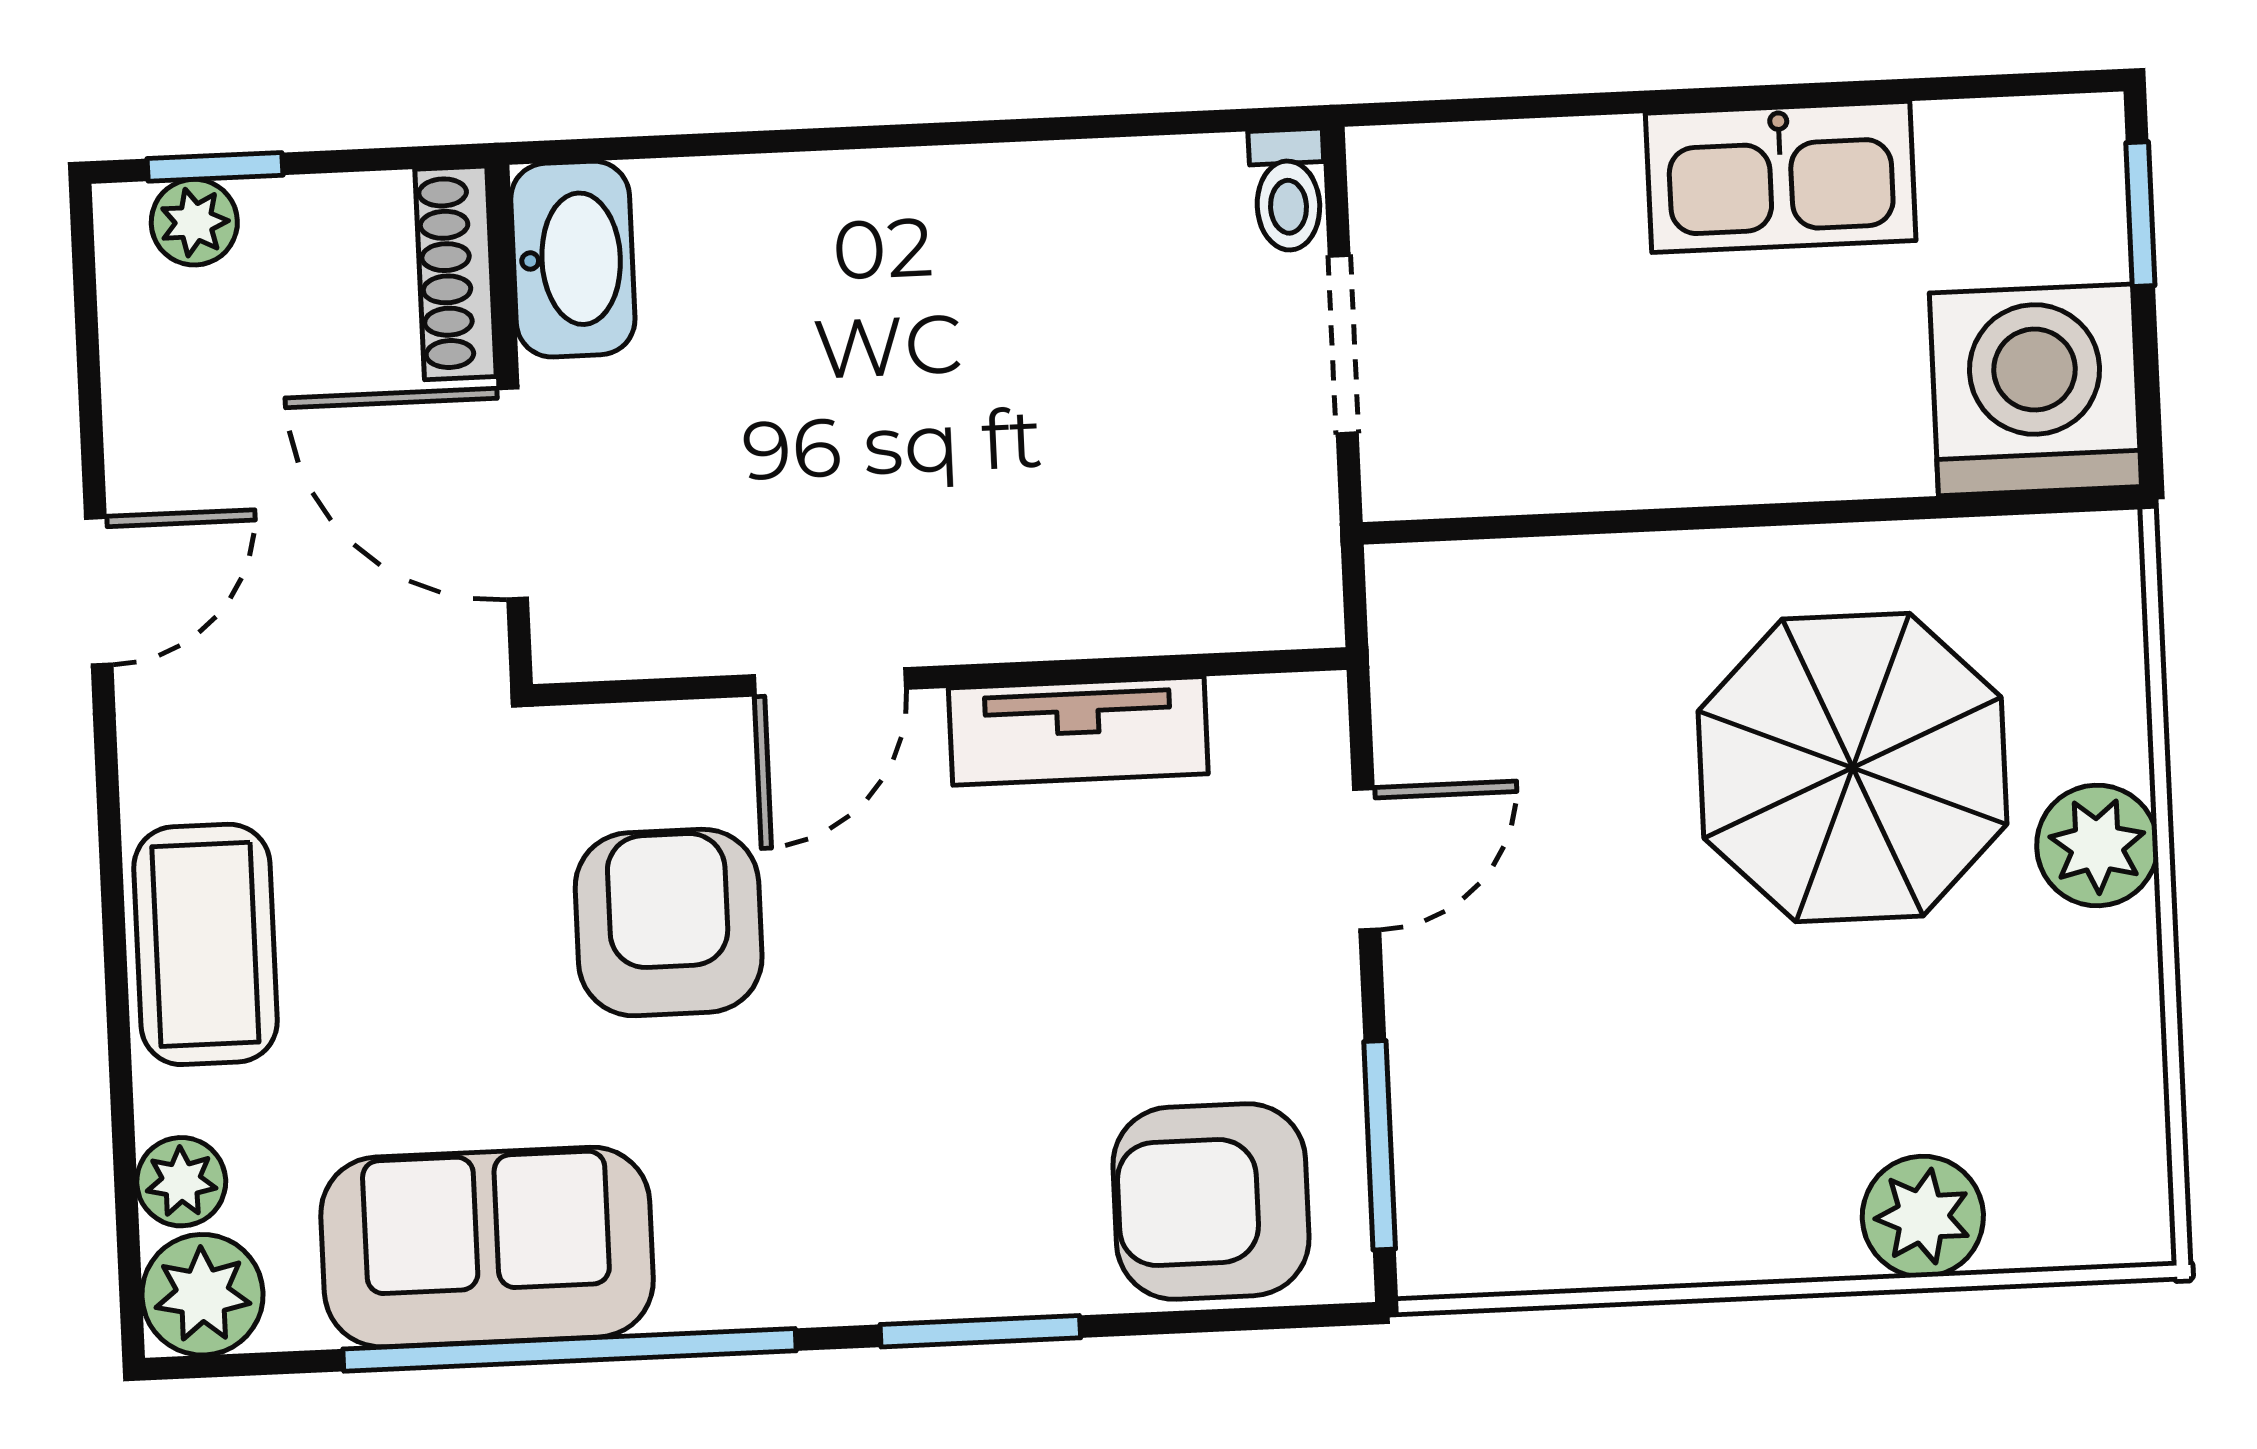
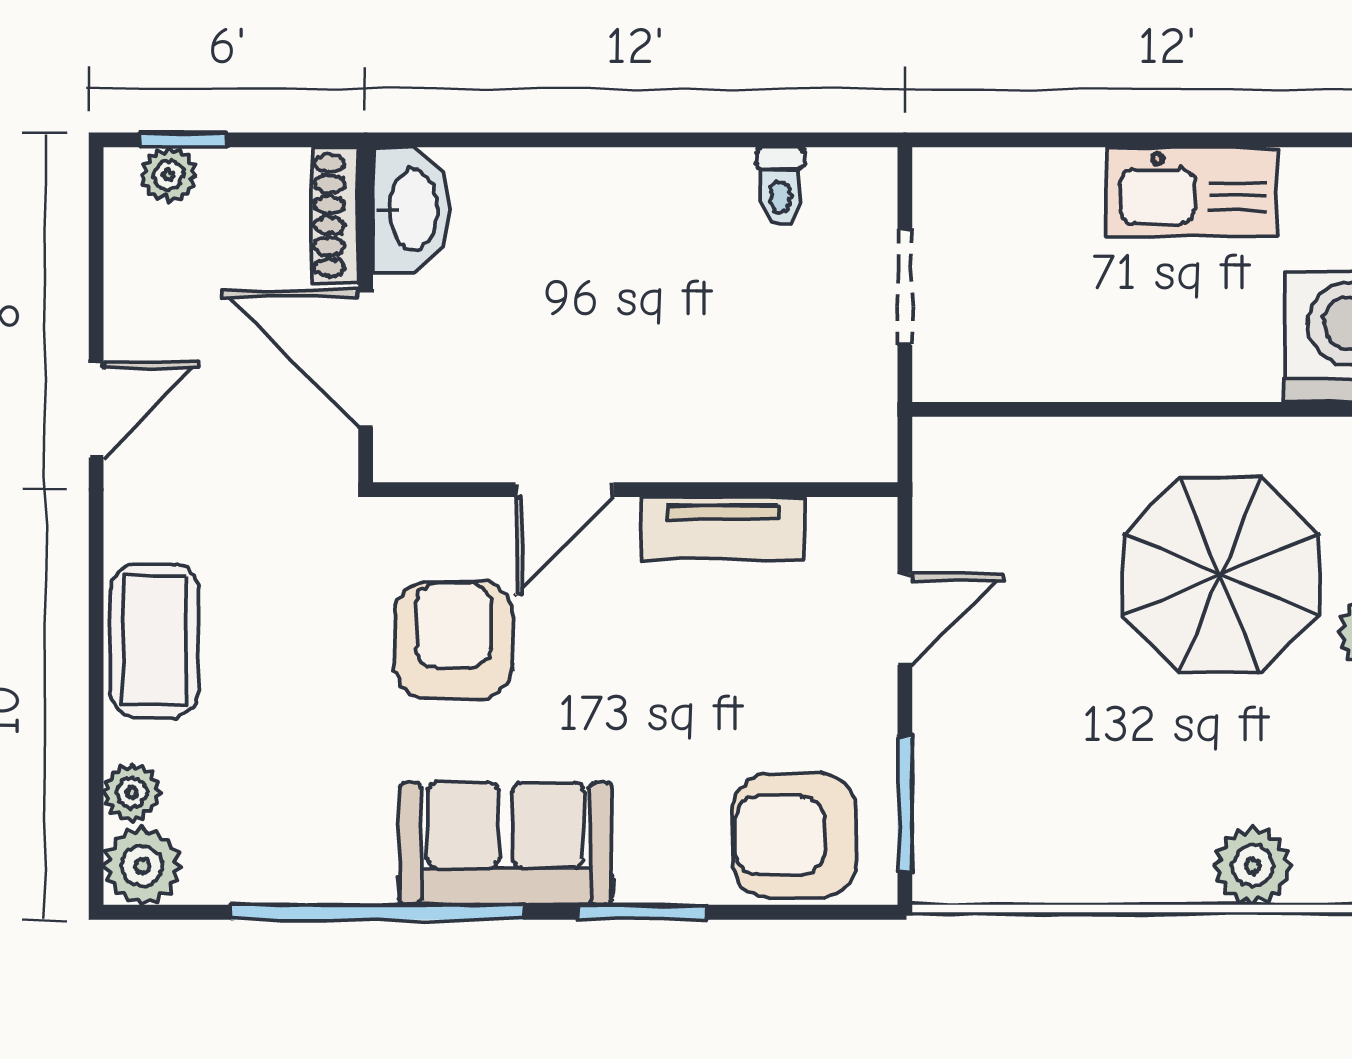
toilet: (1288, 190) -> (780, 186), moved
sofa: (487, 1247) -> (506, 844), moved

